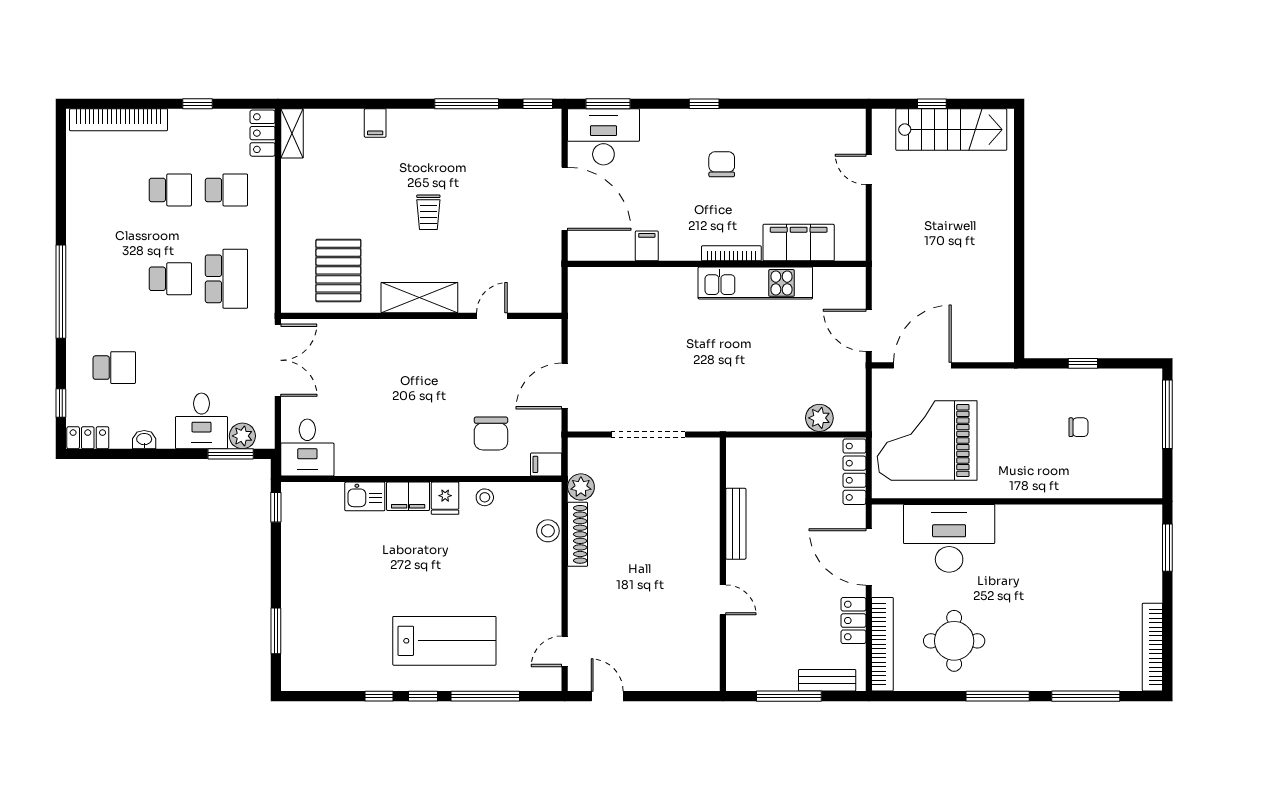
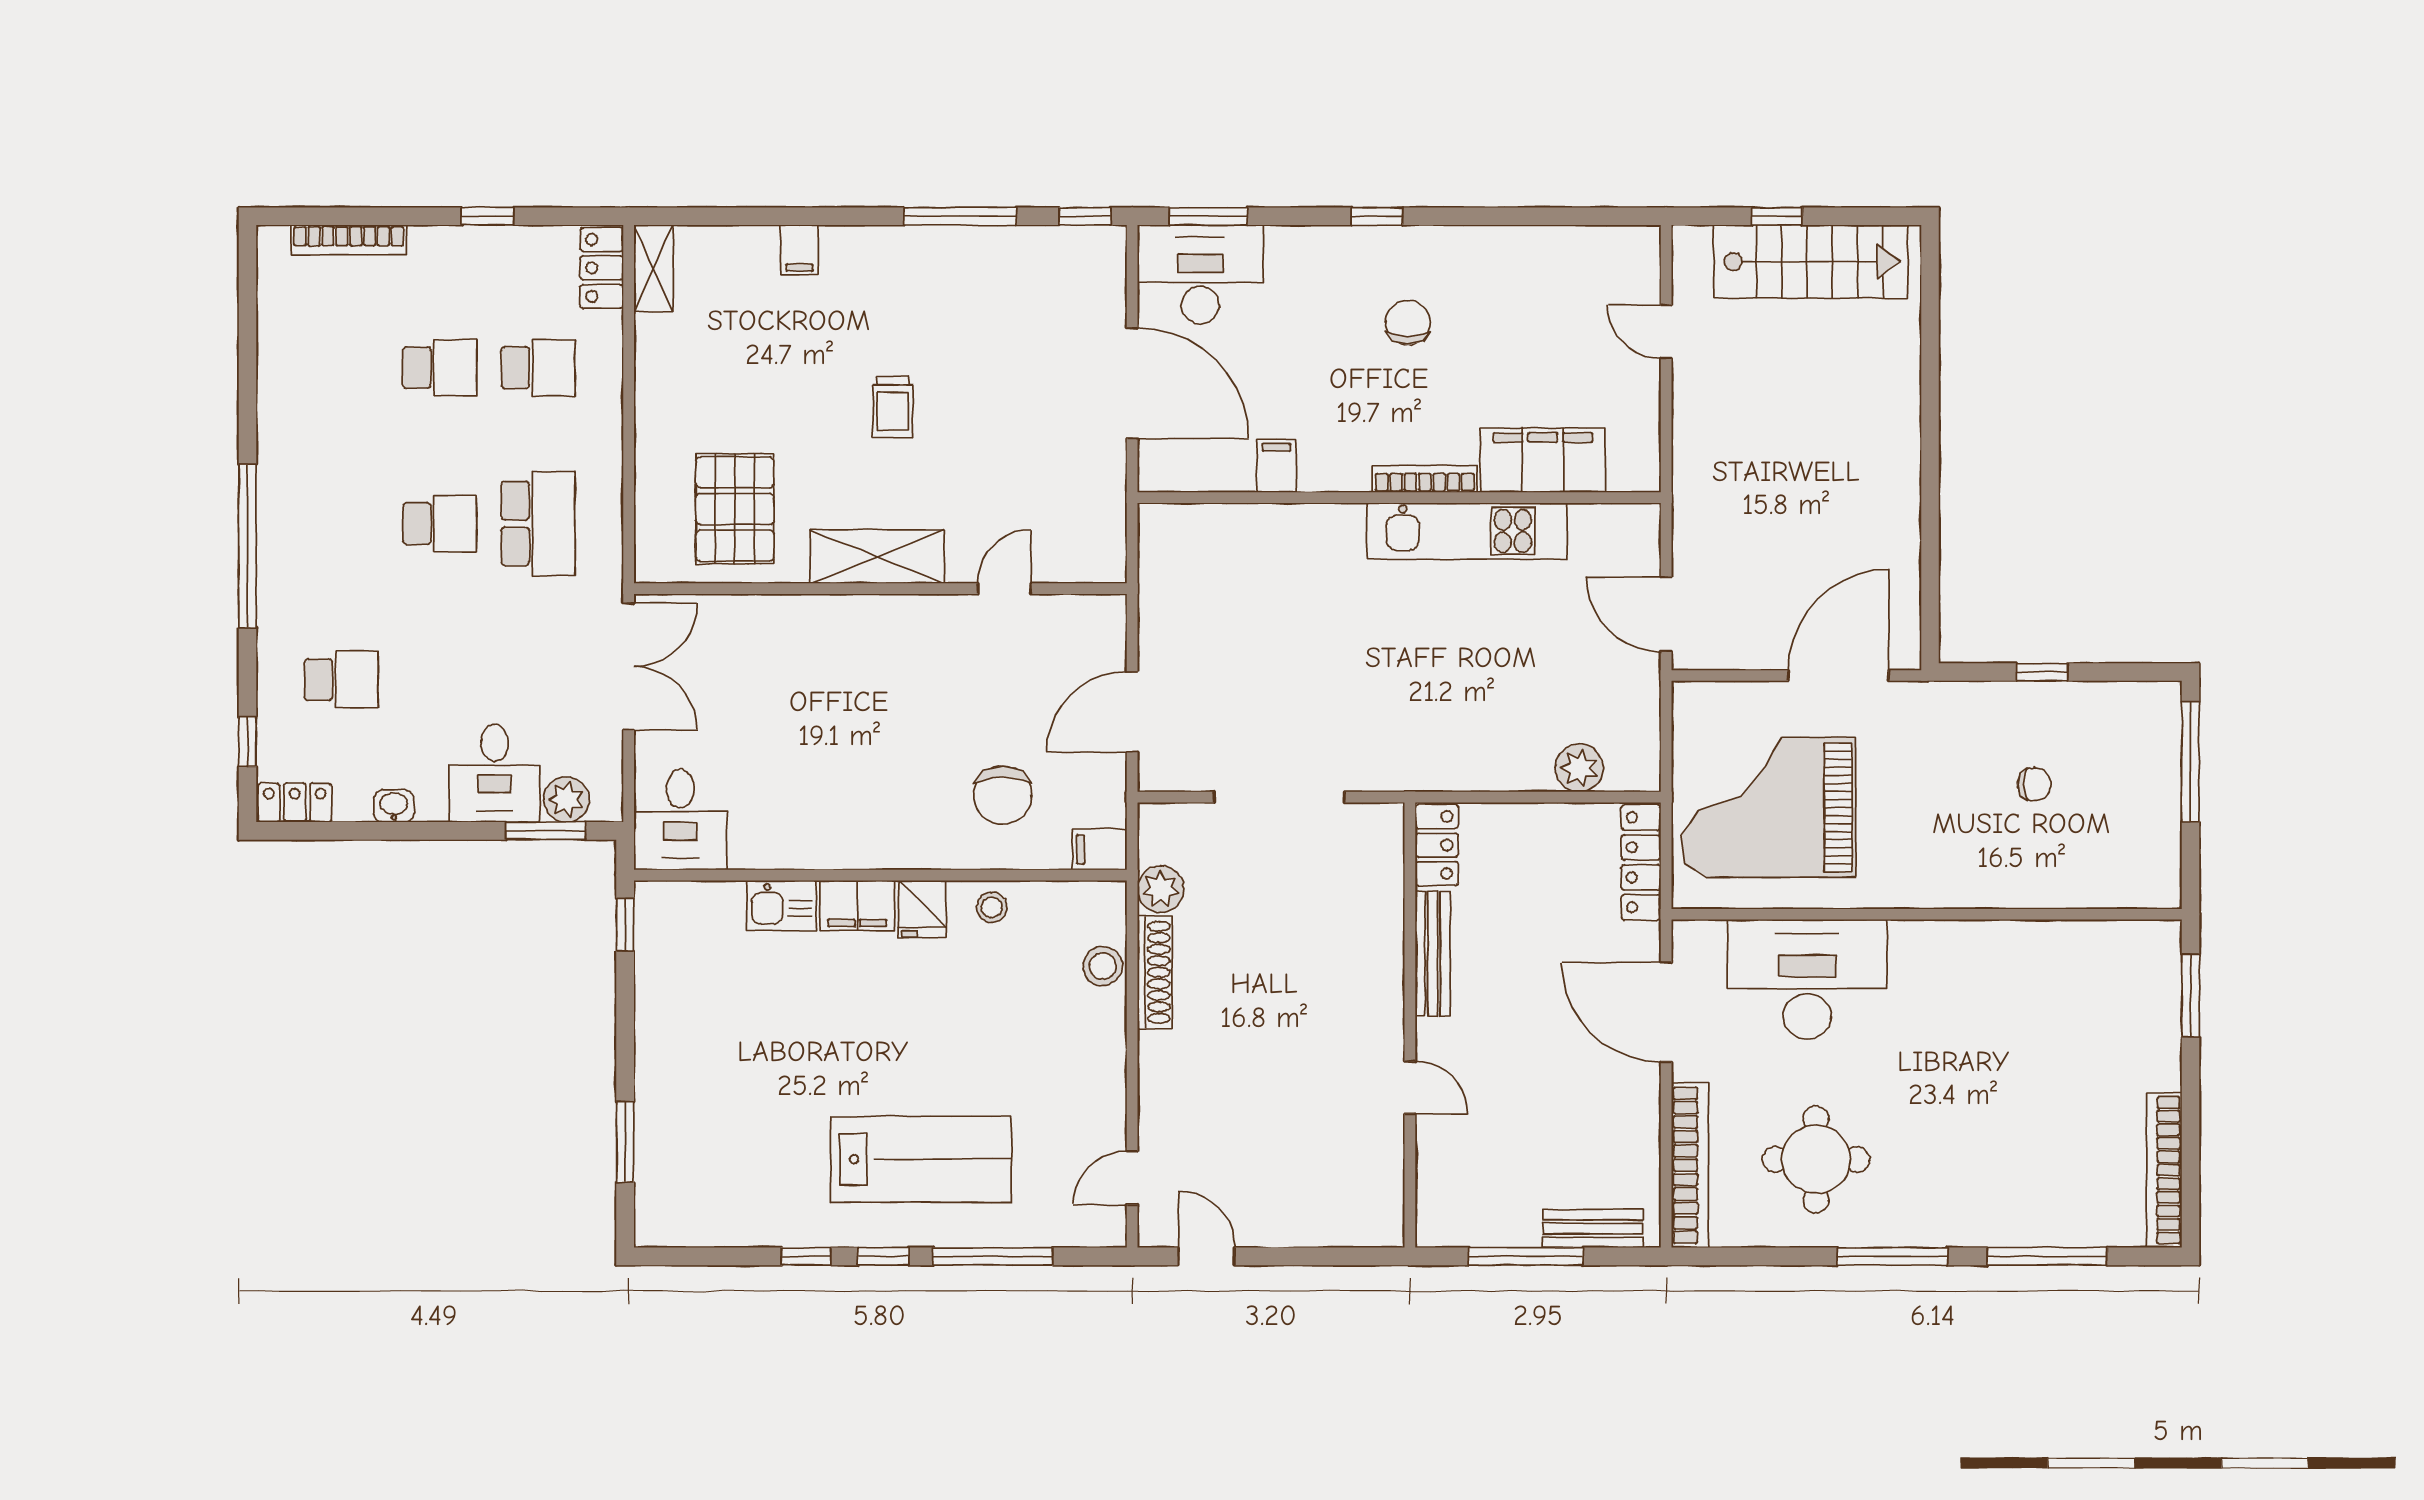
bookcase: (118, 120) -> (349, 240), width x0.68, depth x0.76
door: (922, 365) -> (1838, 676), moved
locker: (853, 621) -> (1437, 845), moved, turned 180

